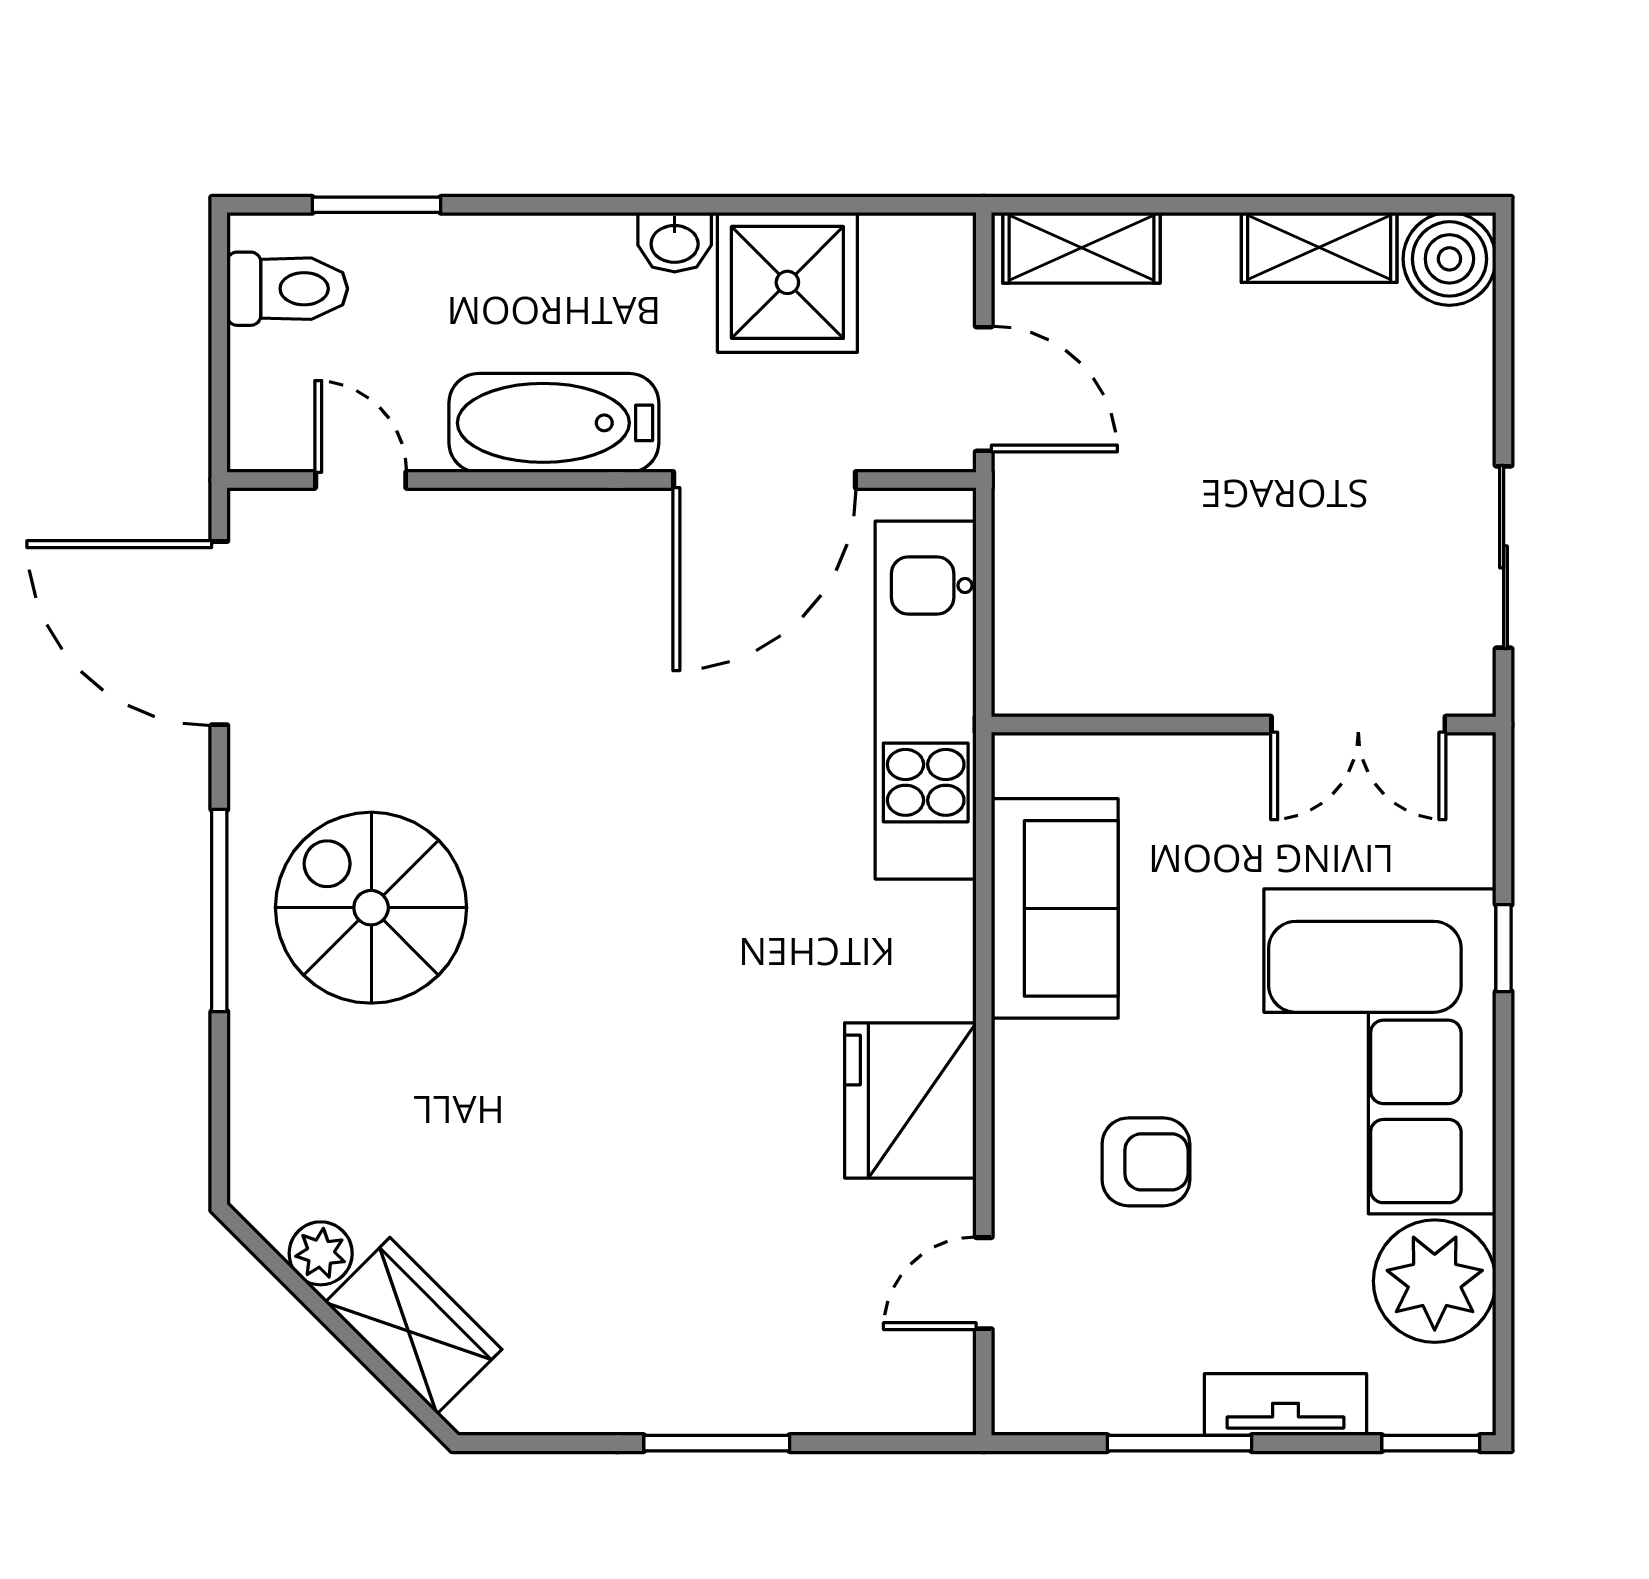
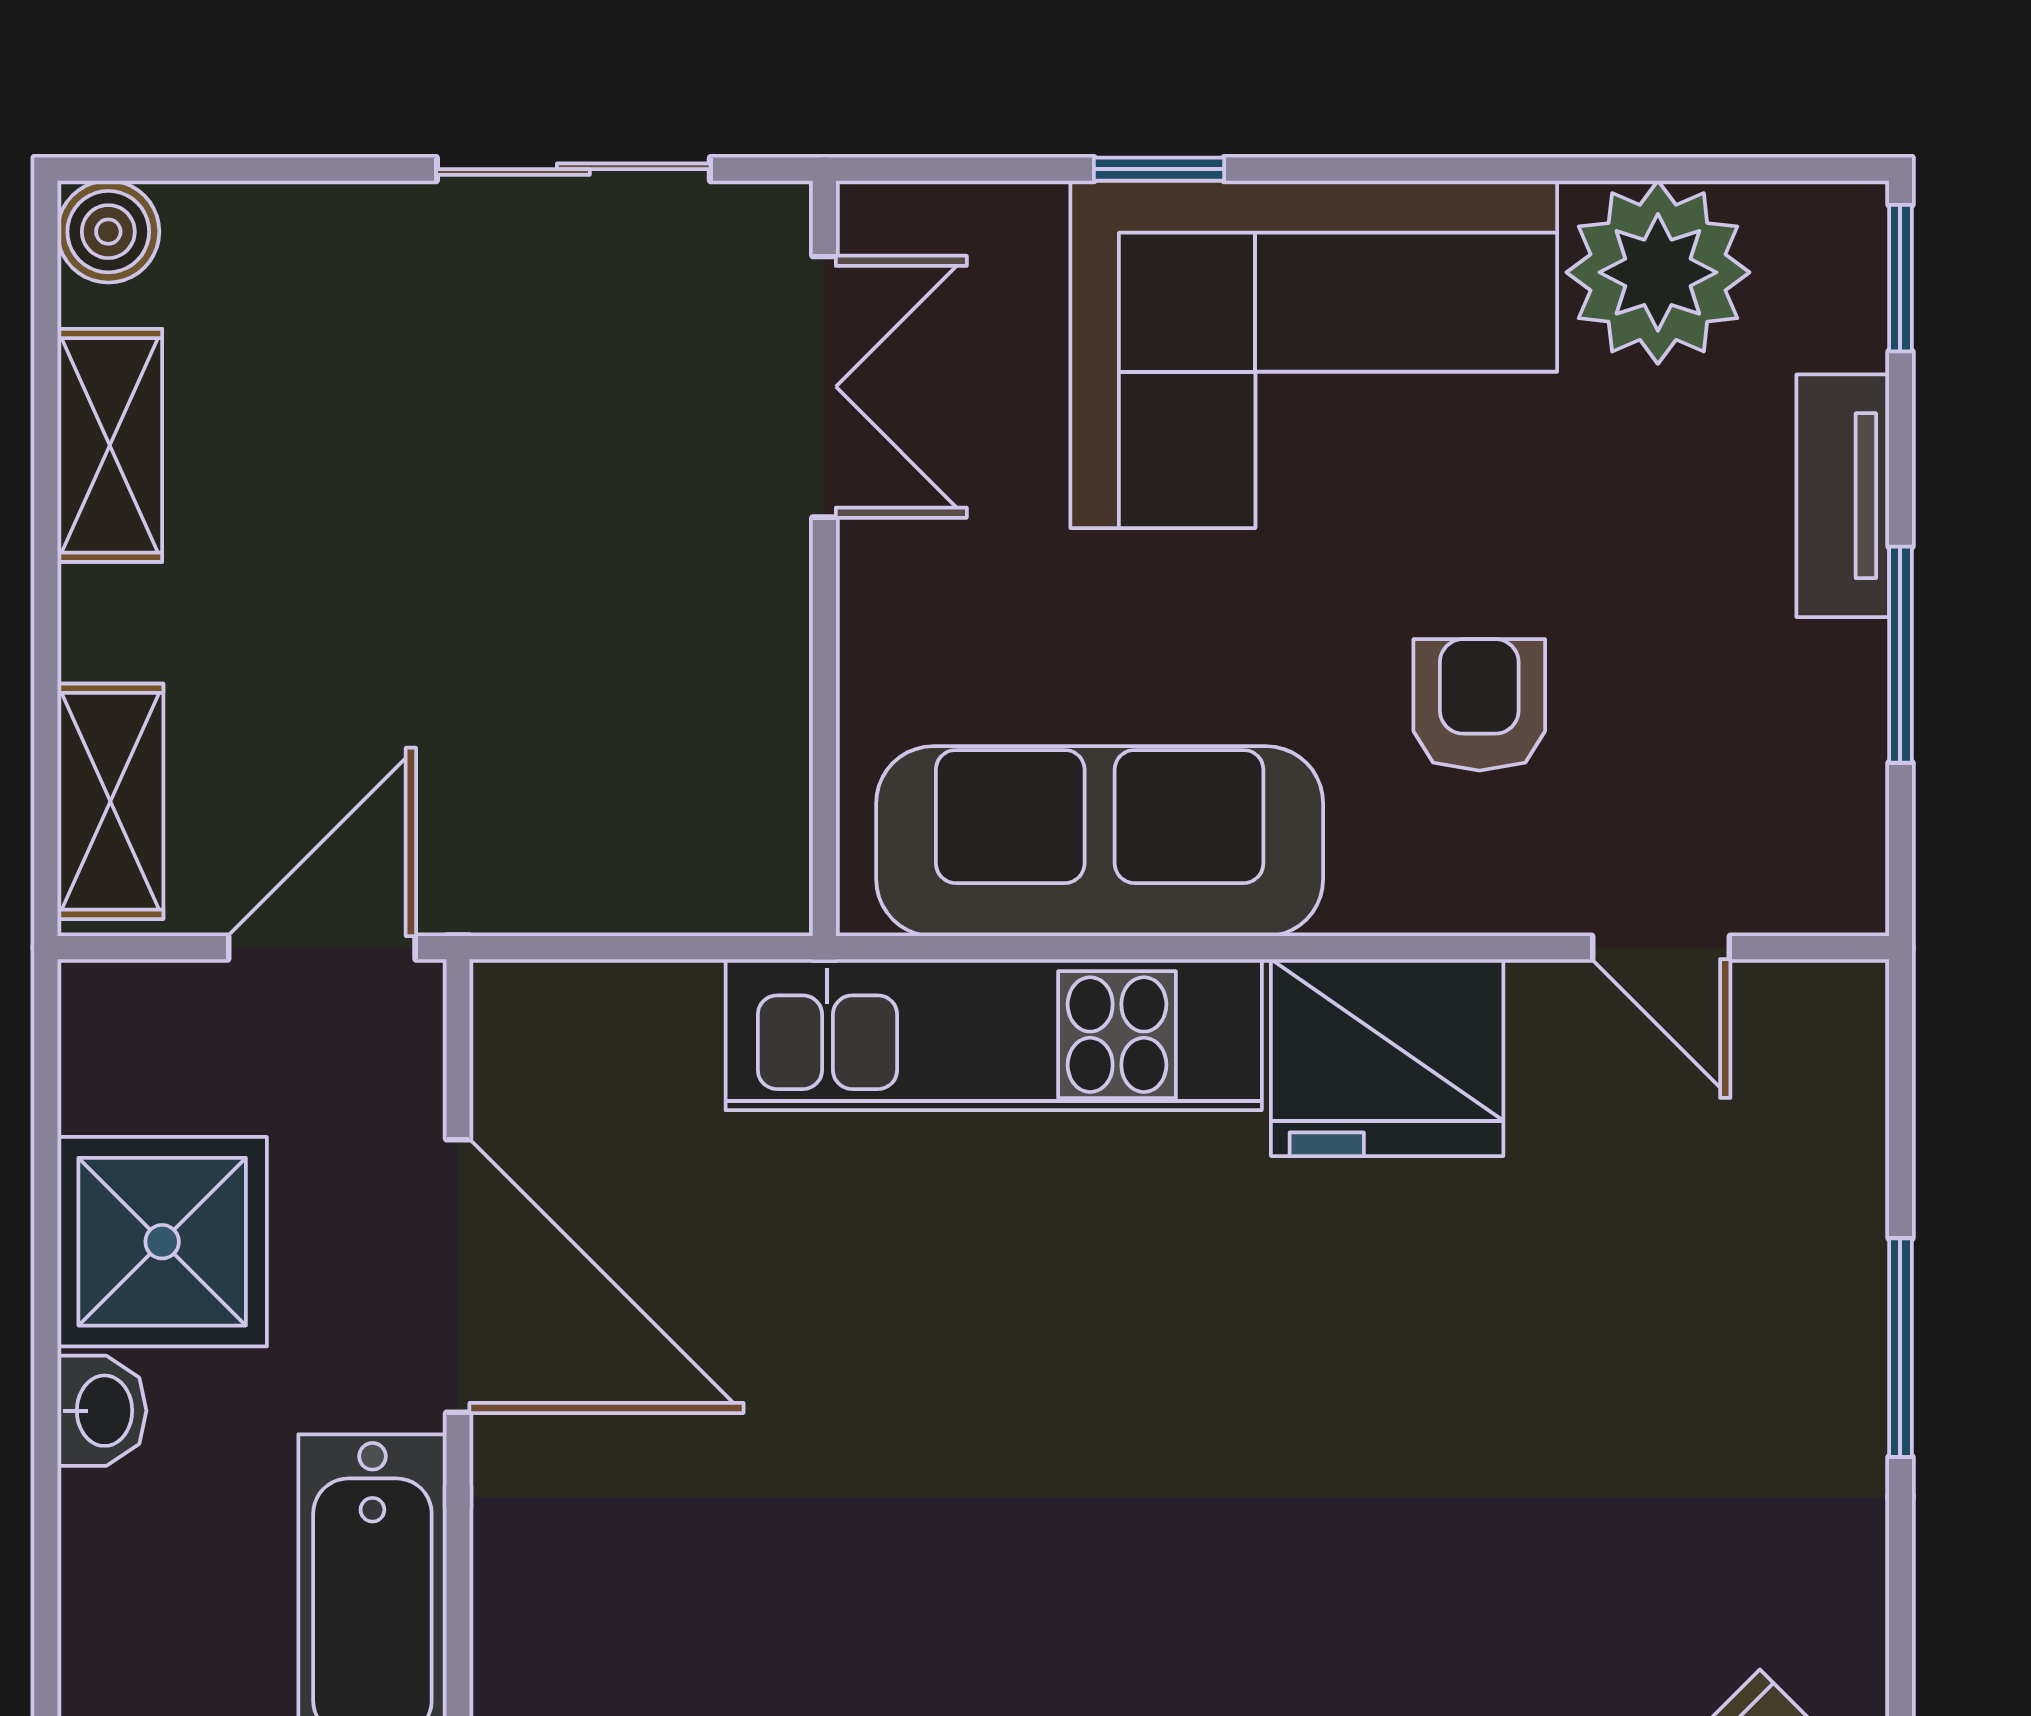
boiler: (1449, 259) -> (108, 232), width x0.73, depth x0.73
kitchen unit: (926, 700) -> (994, 1035), moved
sofa: (1055, 908) -> (1100, 841), width x1.36

